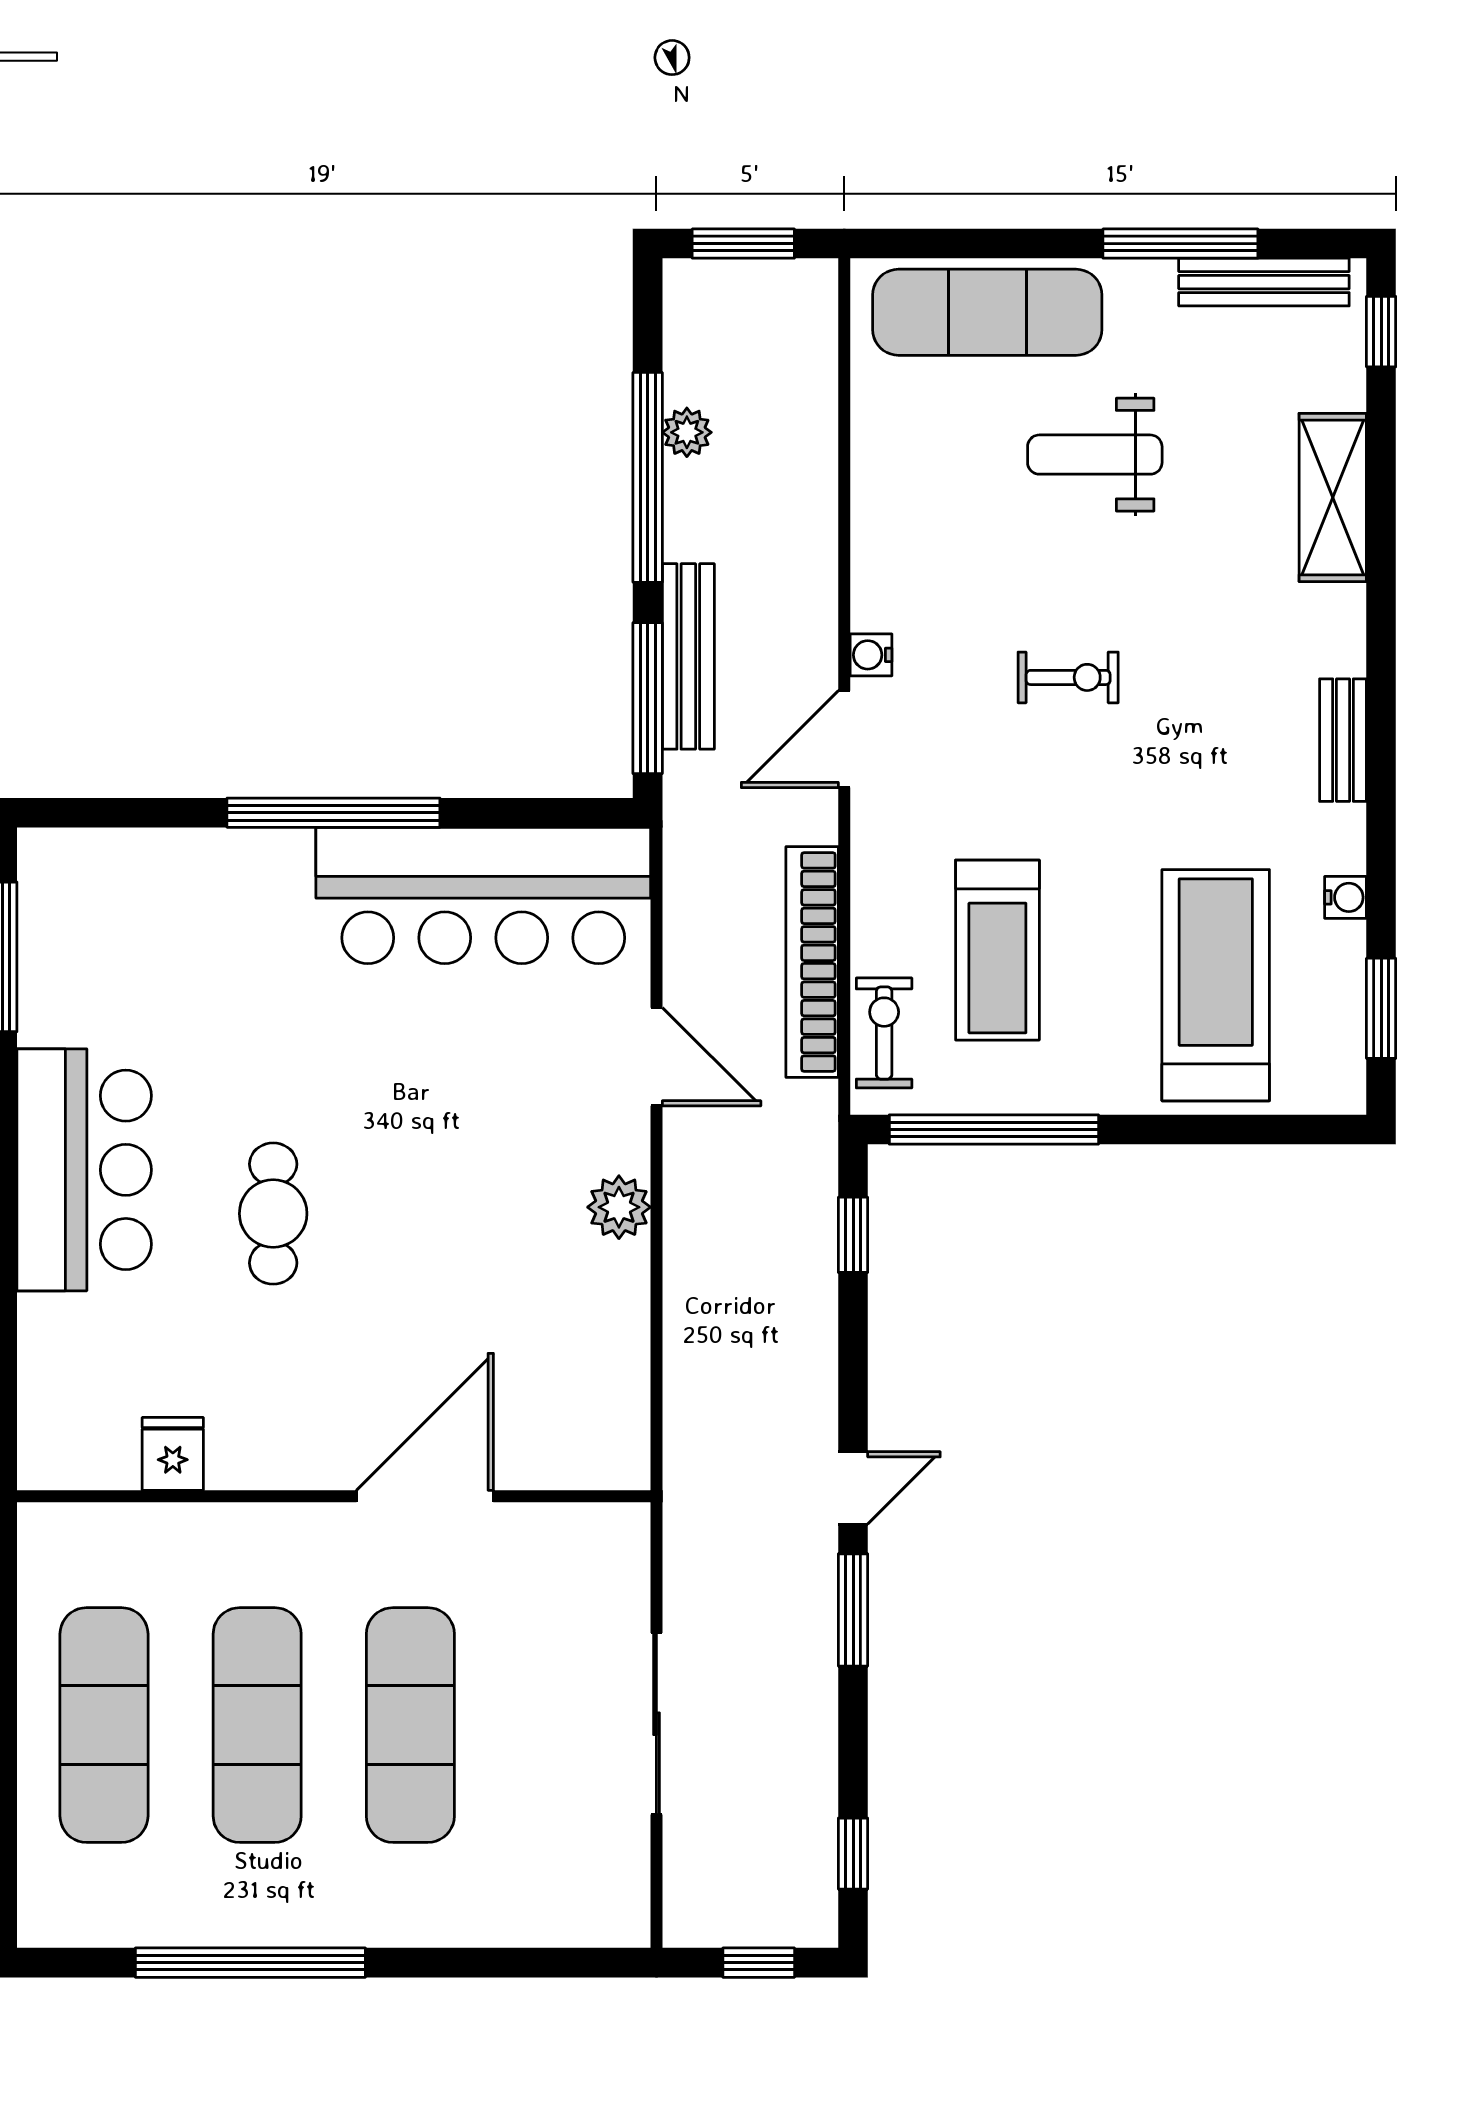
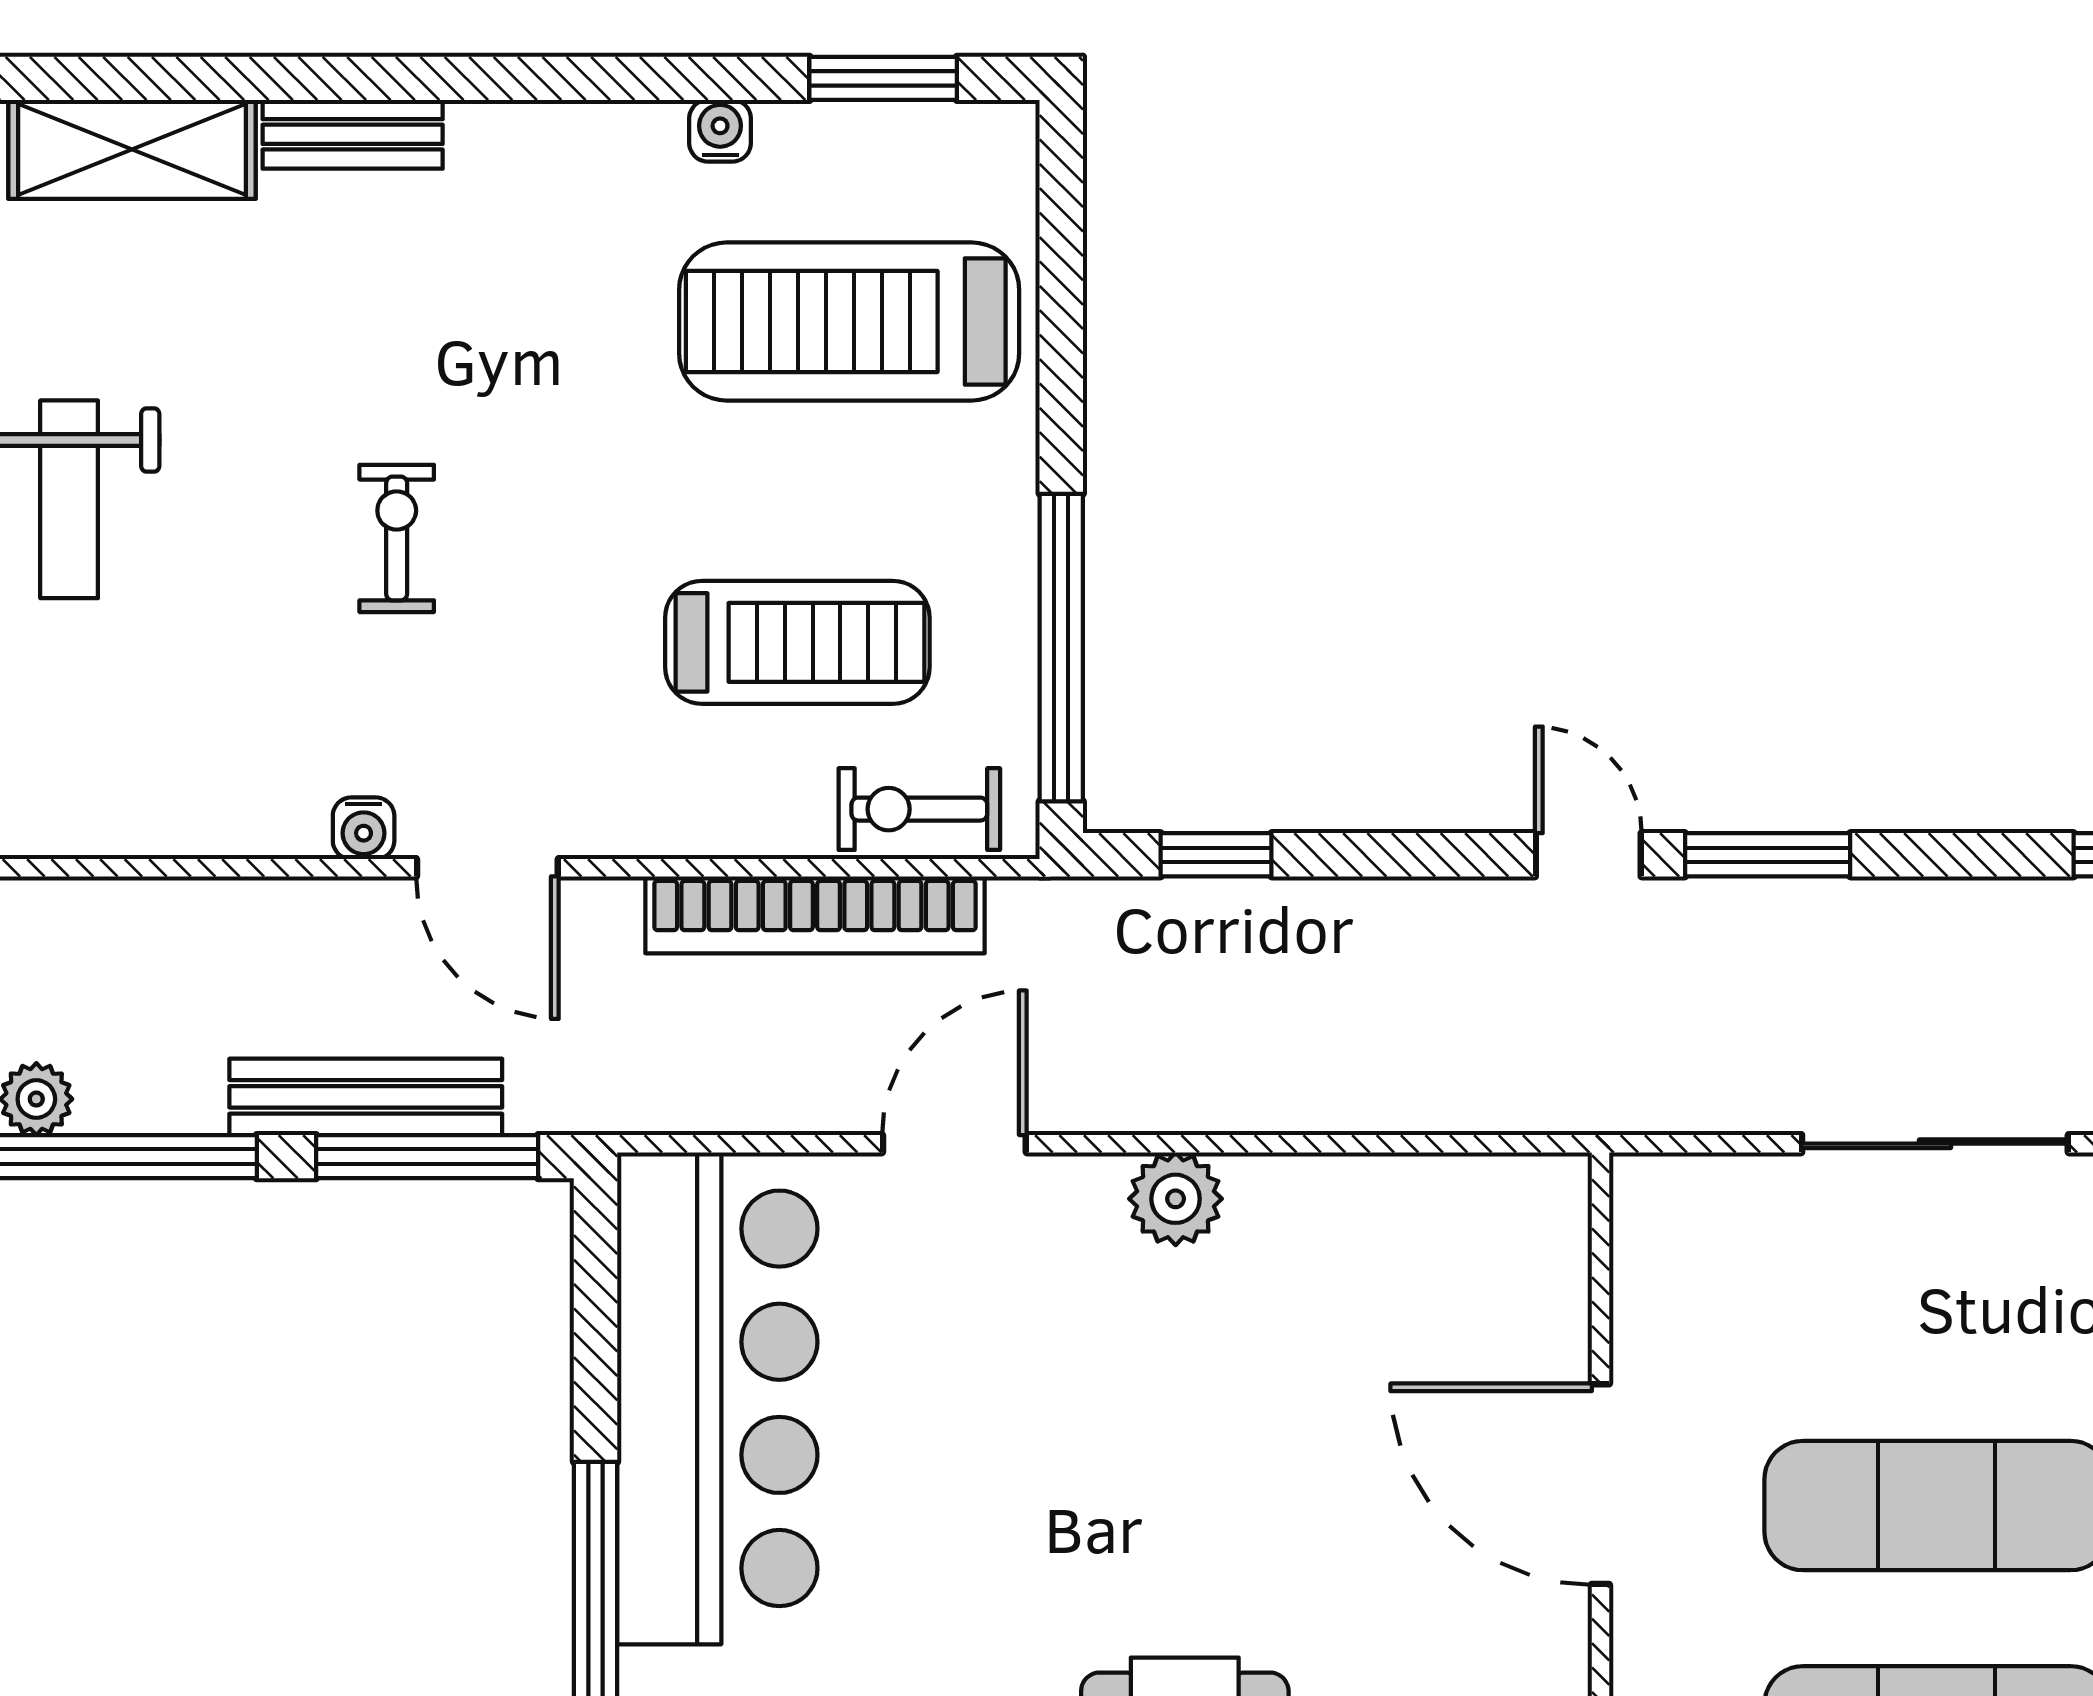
bench: (1343, 740) -> (353, 134), moved

